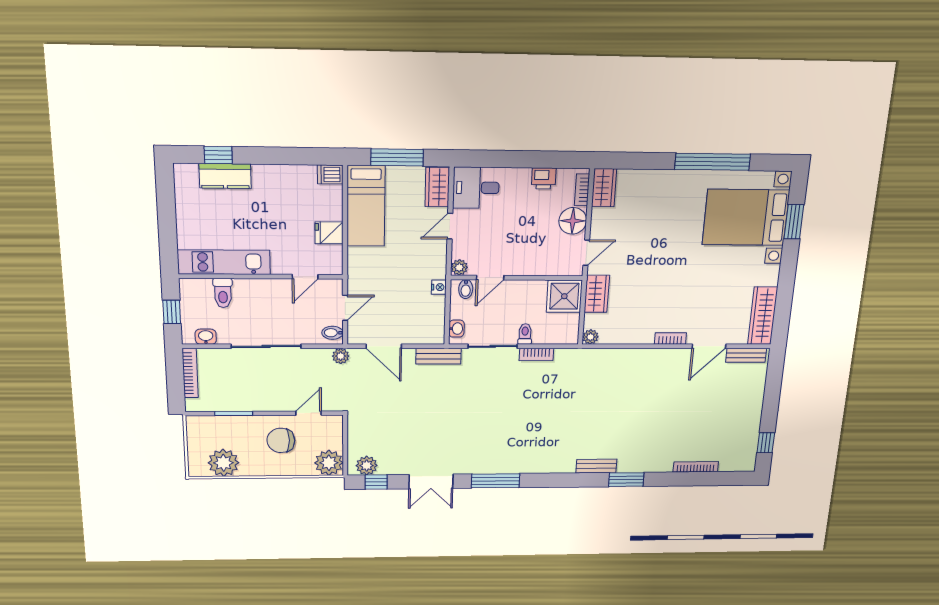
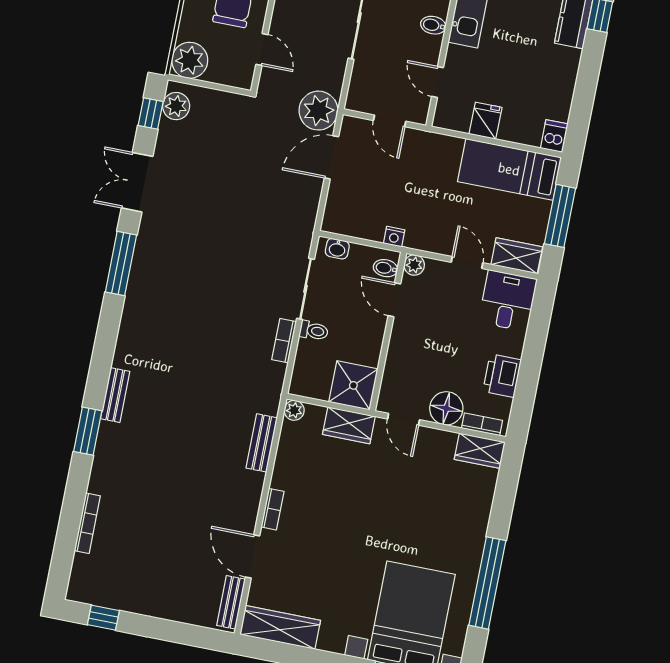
printer: (544, 178) -> (502, 376), width x1.36, depth x1.24
bidet: (332, 333) -> (433, 25), moved, turned -90
plant: (341, 356) -> (318, 111), width x1.88, depth x1.88
bench: (438, 356) -> (262, 443), moved

